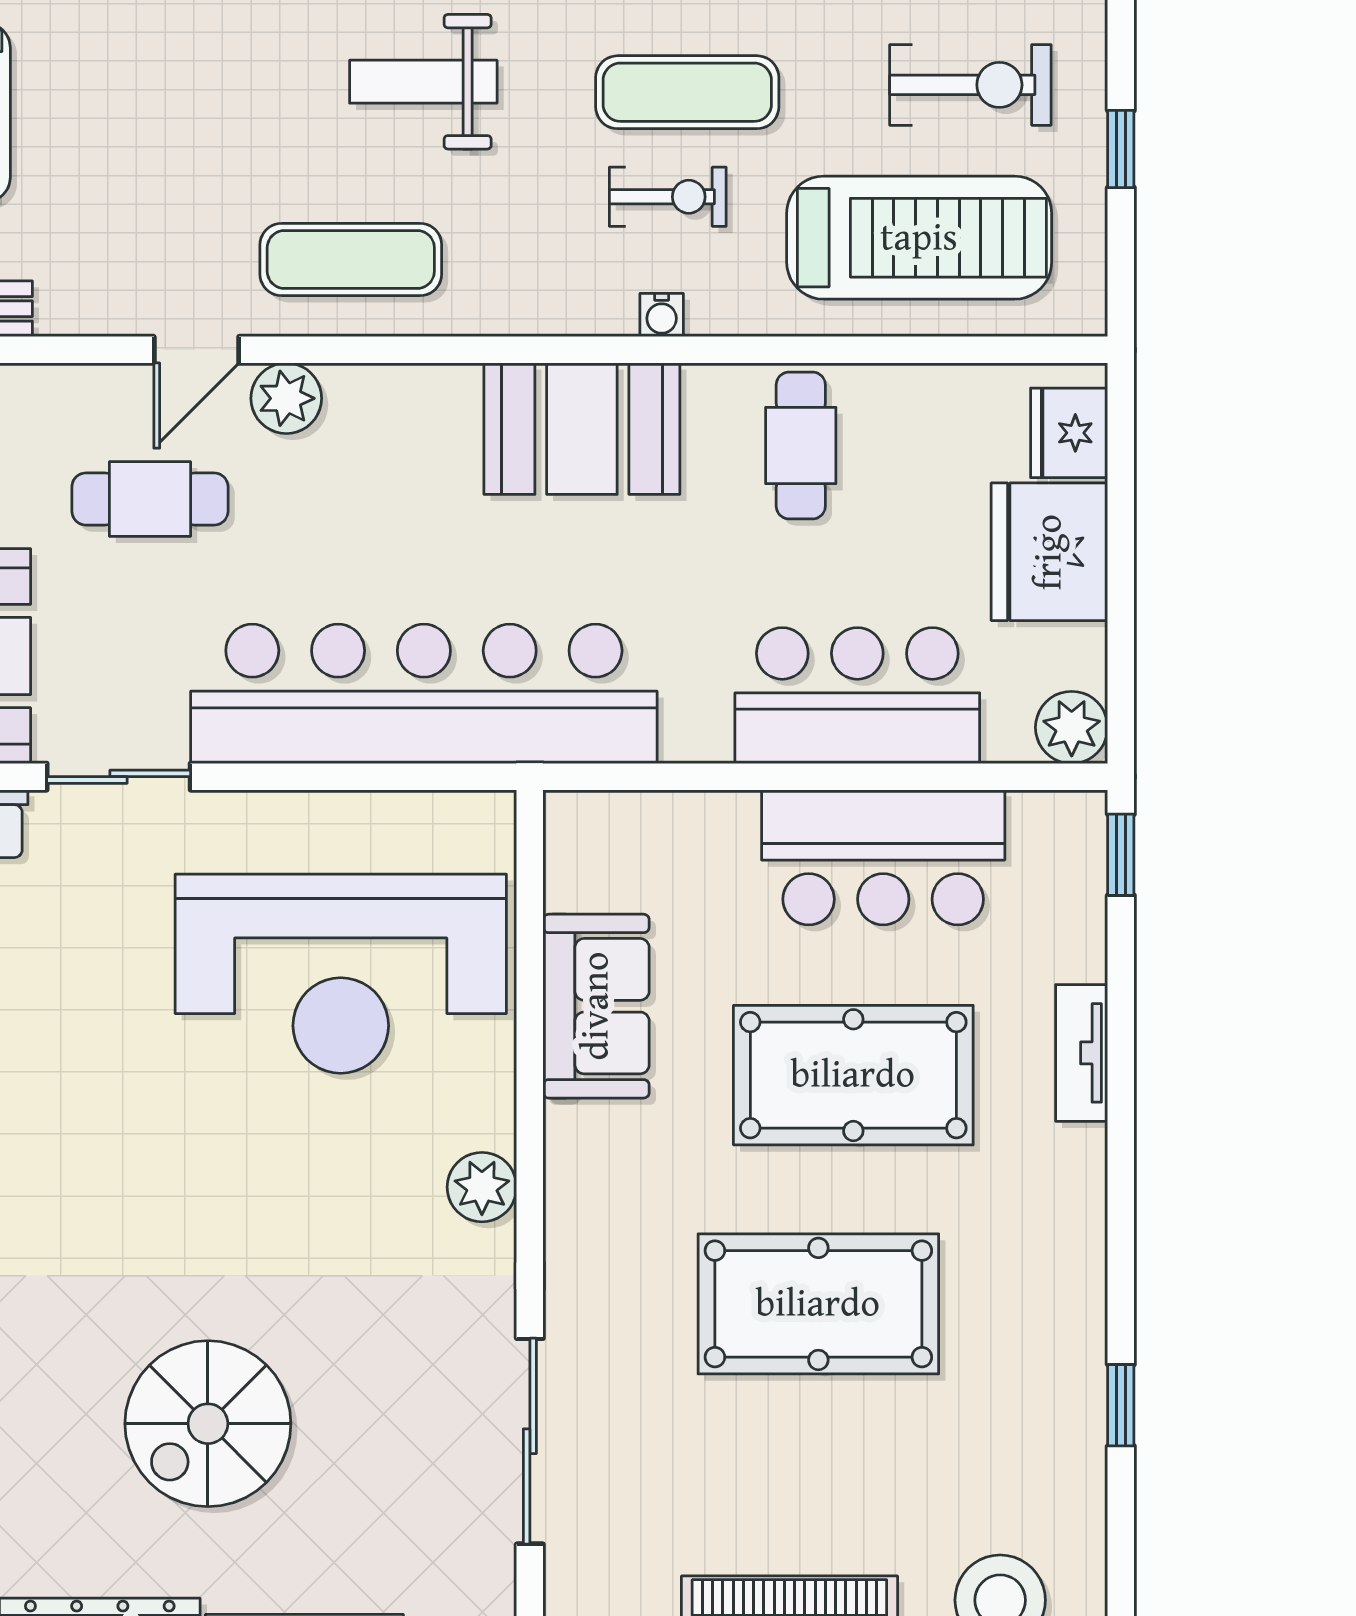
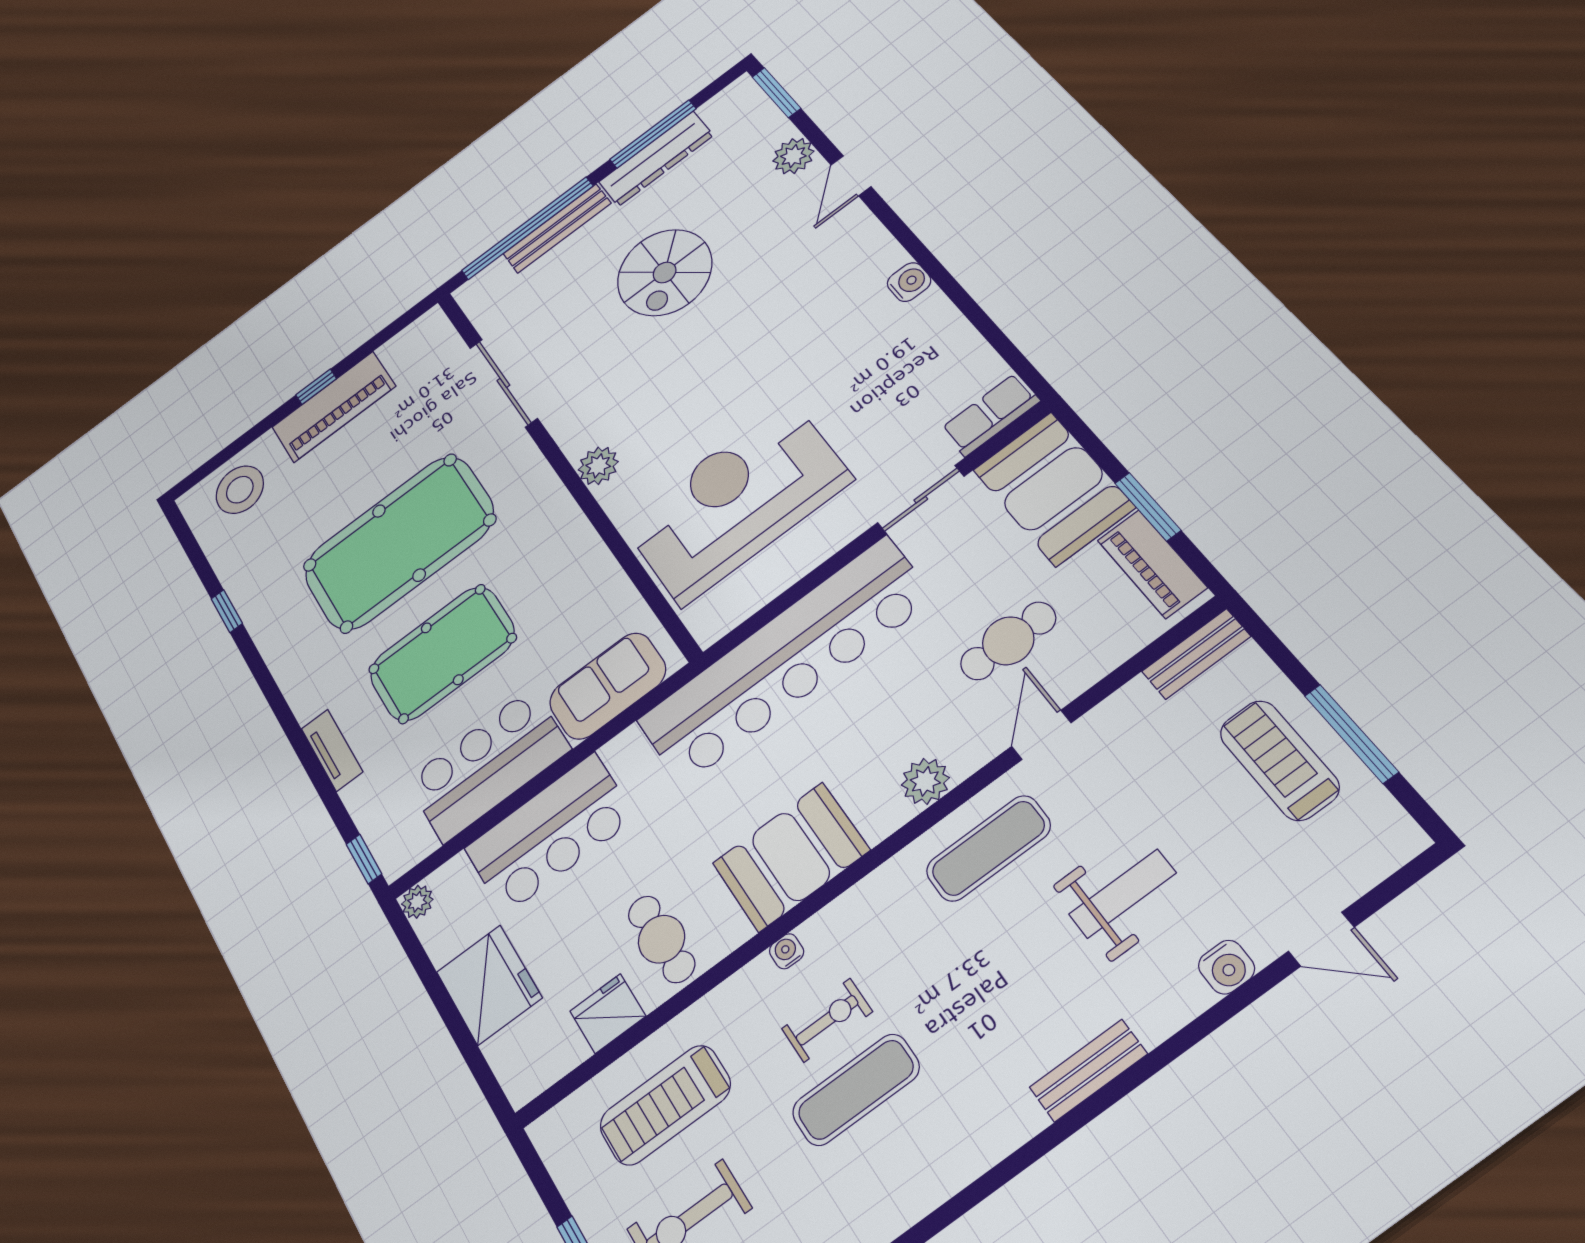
weight bench: (423, 82) -> (1122, 894), moved
exercise bike: (668, 197) -> (827, 1020), turned 180
treadmill: (919, 238) -> (665, 1105), width x0.73, depth x0.73
plant: (286, 398) -> (925, 781), moved
fridge: (1069, 433) -> (608, 1014), moved, turned -90
plant: (1072, 727) -> (417, 902), width x0.73, depth x0.73
sofa: (596, 1006) -> (608, 686), moved, turned 90
pool table: (818, 1304) -> (399, 543), width x1.36, depth x1.32
spiral stairs: (208, 1424) -> (665, 272), turned 180

